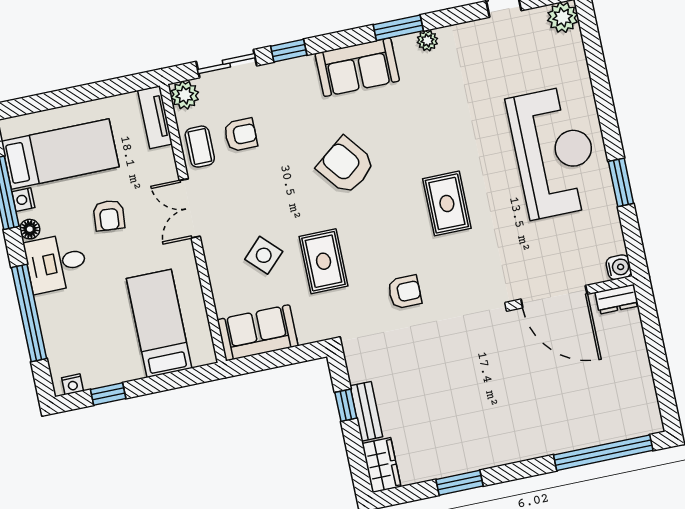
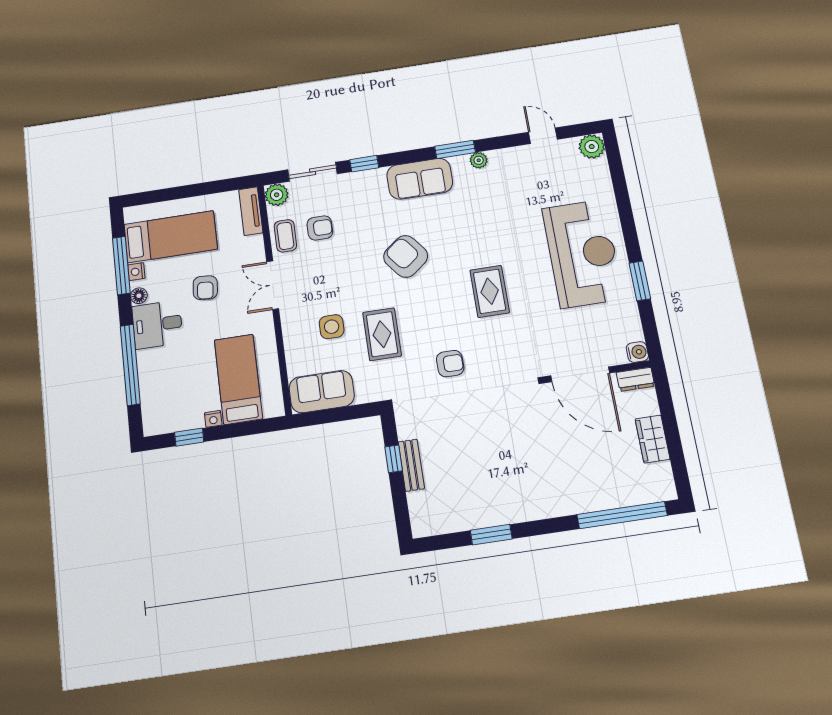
side table: (264, 255) -> (332, 327), turned 45
nightstand: (73, 384) -> (213, 419), moved
wardrobe: (381, 465) -> (653, 439), moved, turned 180

